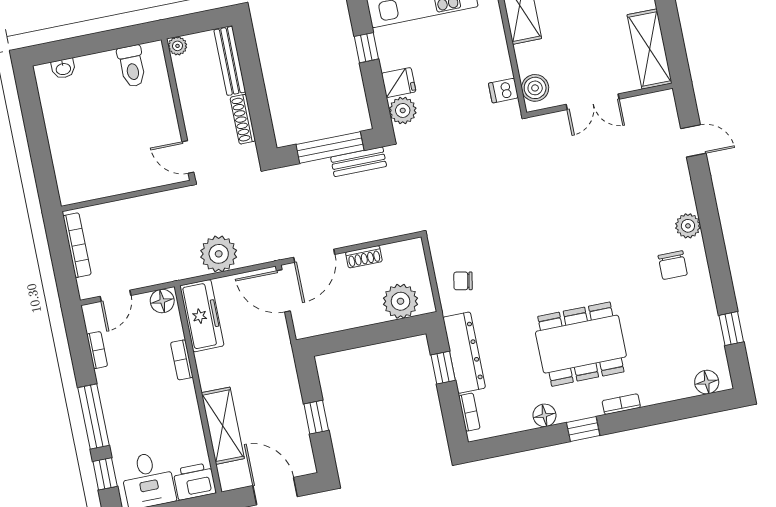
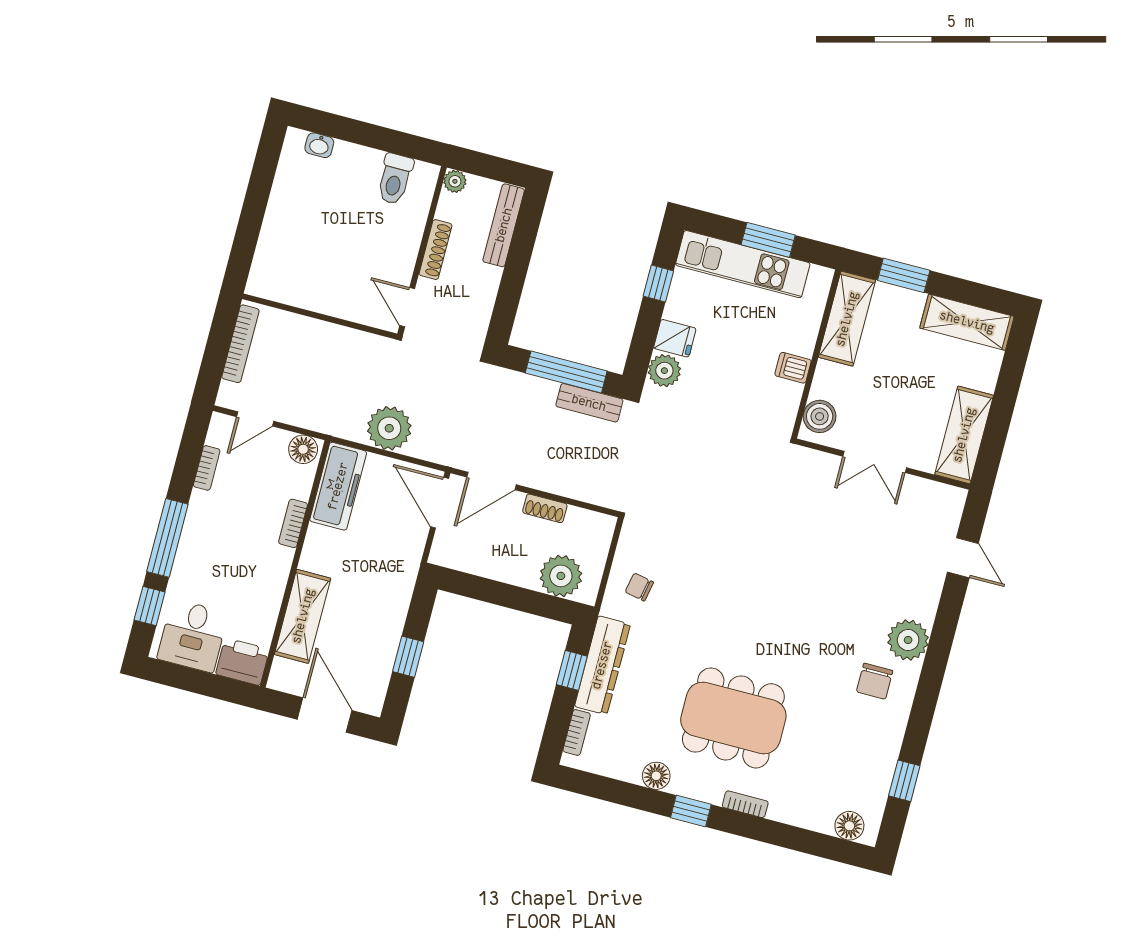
dishwasher: (503, 91) -> (793, 368), moved
shoe rack: (243, 119) -> (436, 250), moved, turned 180
plant: (688, 226) -> (908, 640), width x1.36, depth x1.36

